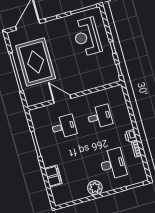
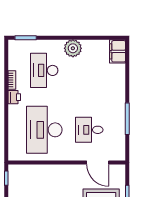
door: (62, 99) -> (98, 162), moved
desk: (100, 117) -> (44, 130), width x1.87, depth x1.30
filing cabinet: (53, 176) -> (118, 51), moved

